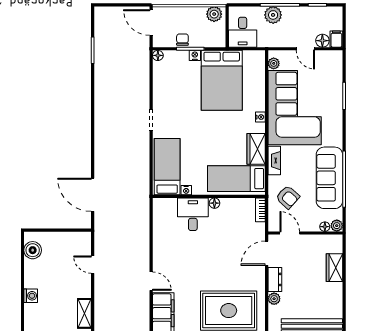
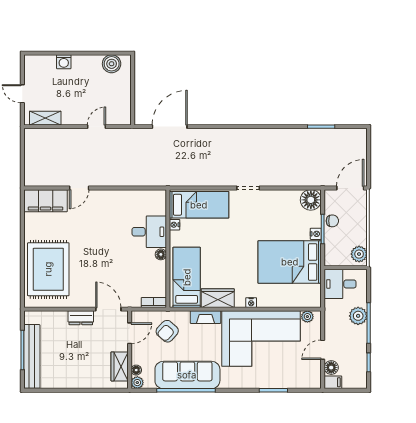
floor lamp: (158, 55) -> (311, 200), width x1.89, depth x1.89
wardrobe: (334, 268) -> (120, 366), moved, turned -90
plant: (274, 299) -> (61, 317), removed

